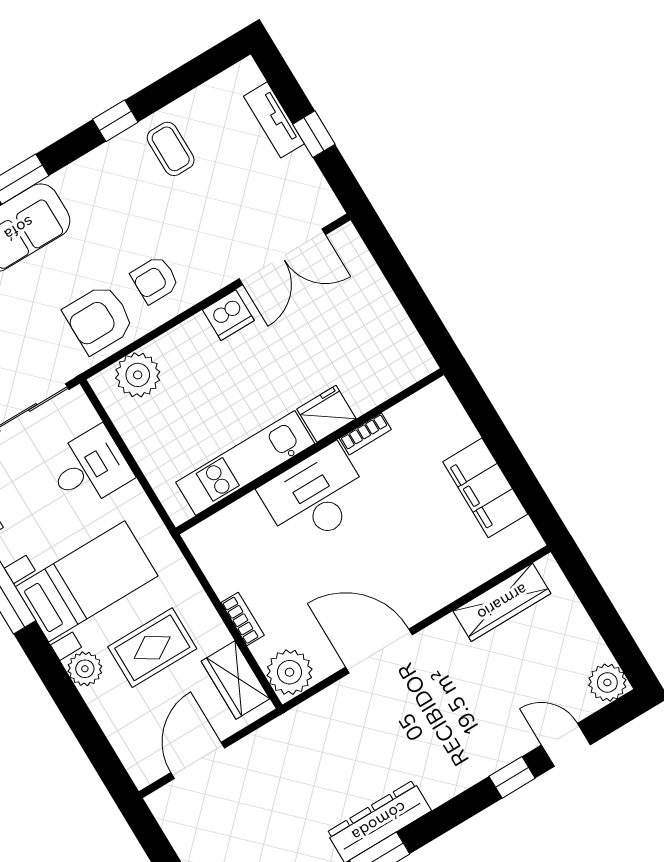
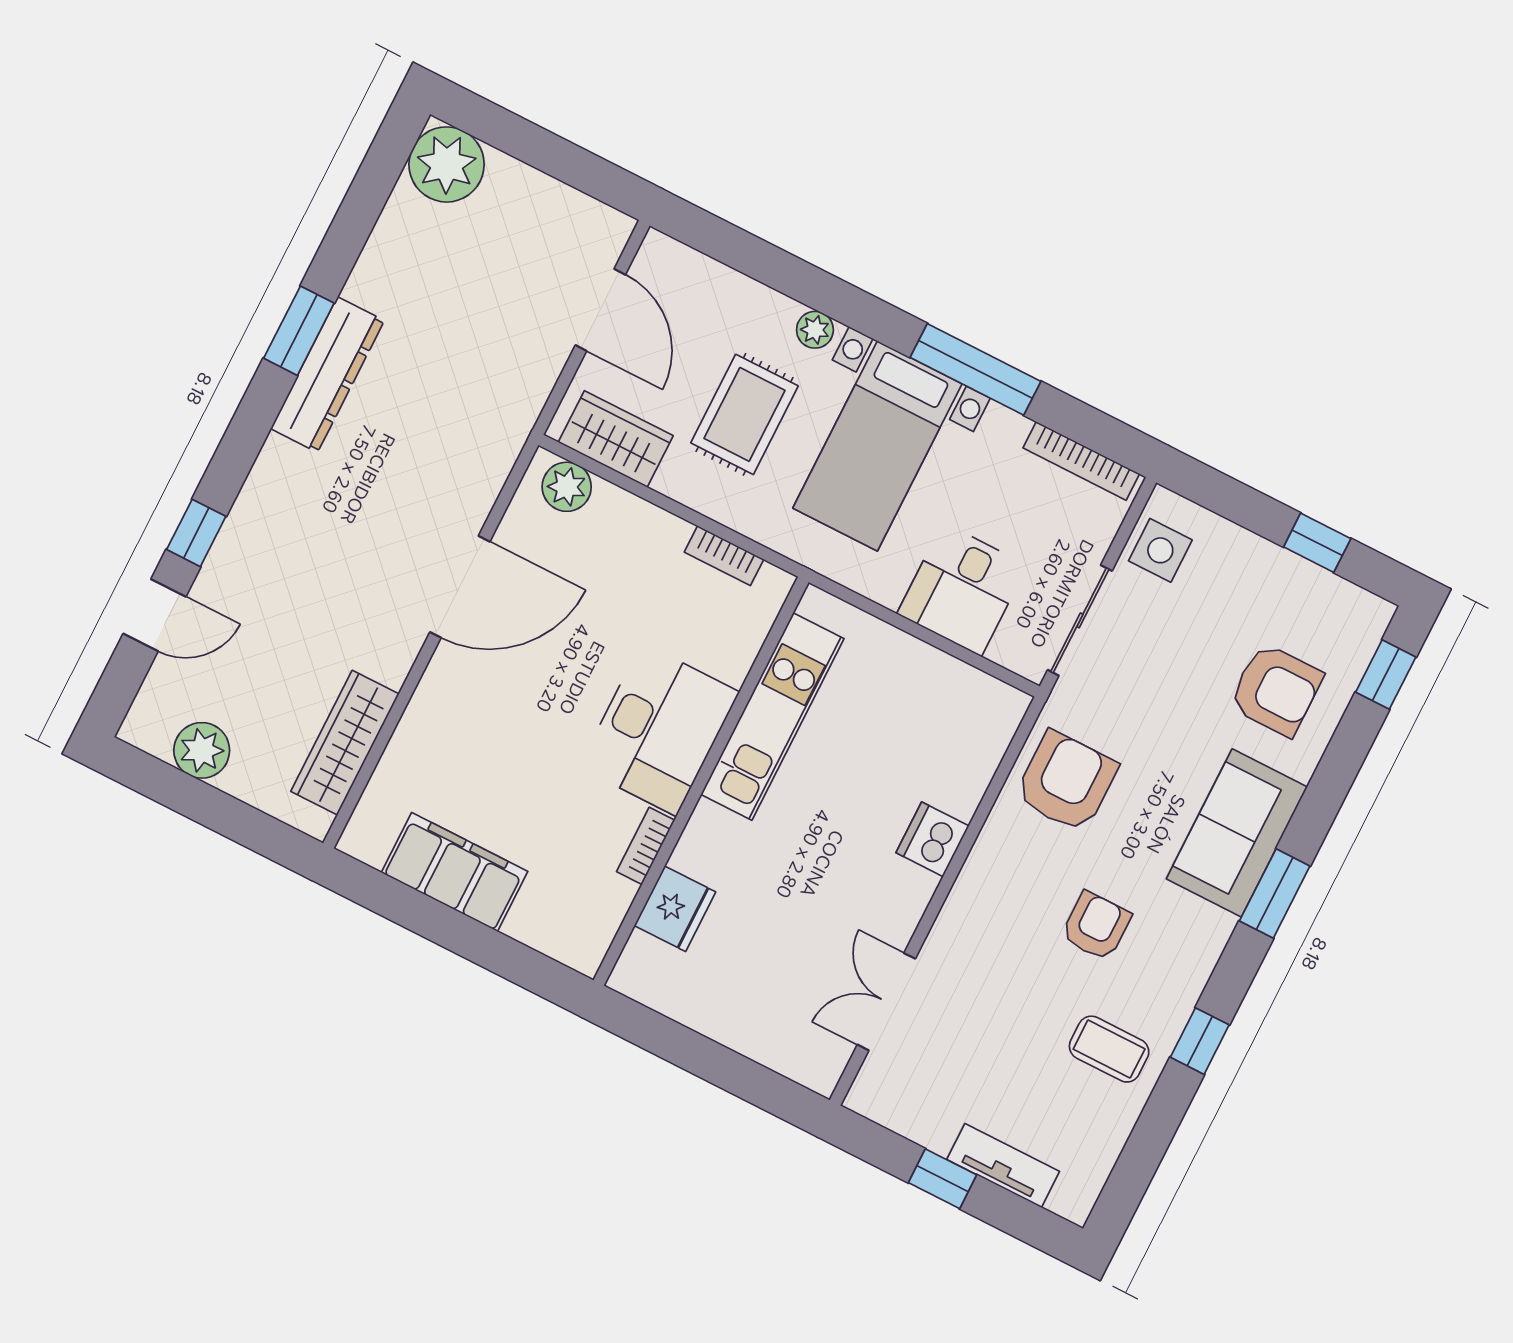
double door: (282, 257) -> (886, 1002), width x0.73
armchair: (155, 280) -> (1096, 926), moved
dishwasher: (228, 315) -> (933, 839), moved
plant: (138, 375) -> (974, 742), removed
fridge: (326, 414) -> (675, 909), moved
bookcase: (243, 619) -> (724, 556), moved
plant: (85, 669) -> (815, 330), width x0.73, depth x0.73
plant: (290, 672) -> (567, 487), width x0.73, depth x0.73
plant: (607, 683) -> (202, 750), moved

